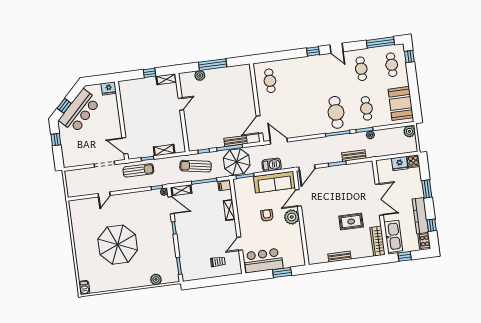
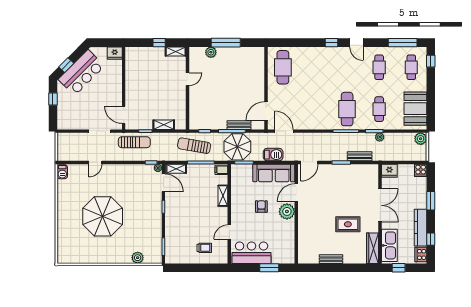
cafe table: (270, 81) -> (283, 67), width x1.37, depth x1.35
fridge: (400, 164) -> (389, 171), moved
barbecue: (84, 288) -> (62, 172), moved

